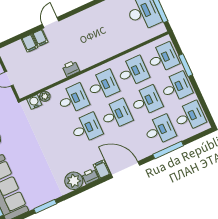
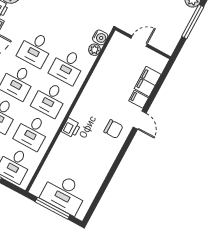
chair: (74, 30) -> (113, 129), added
filing cabinet: (29, 43) -> (148, 82), width x2.00
printer: (71, 69) -> (71, 128), moved

